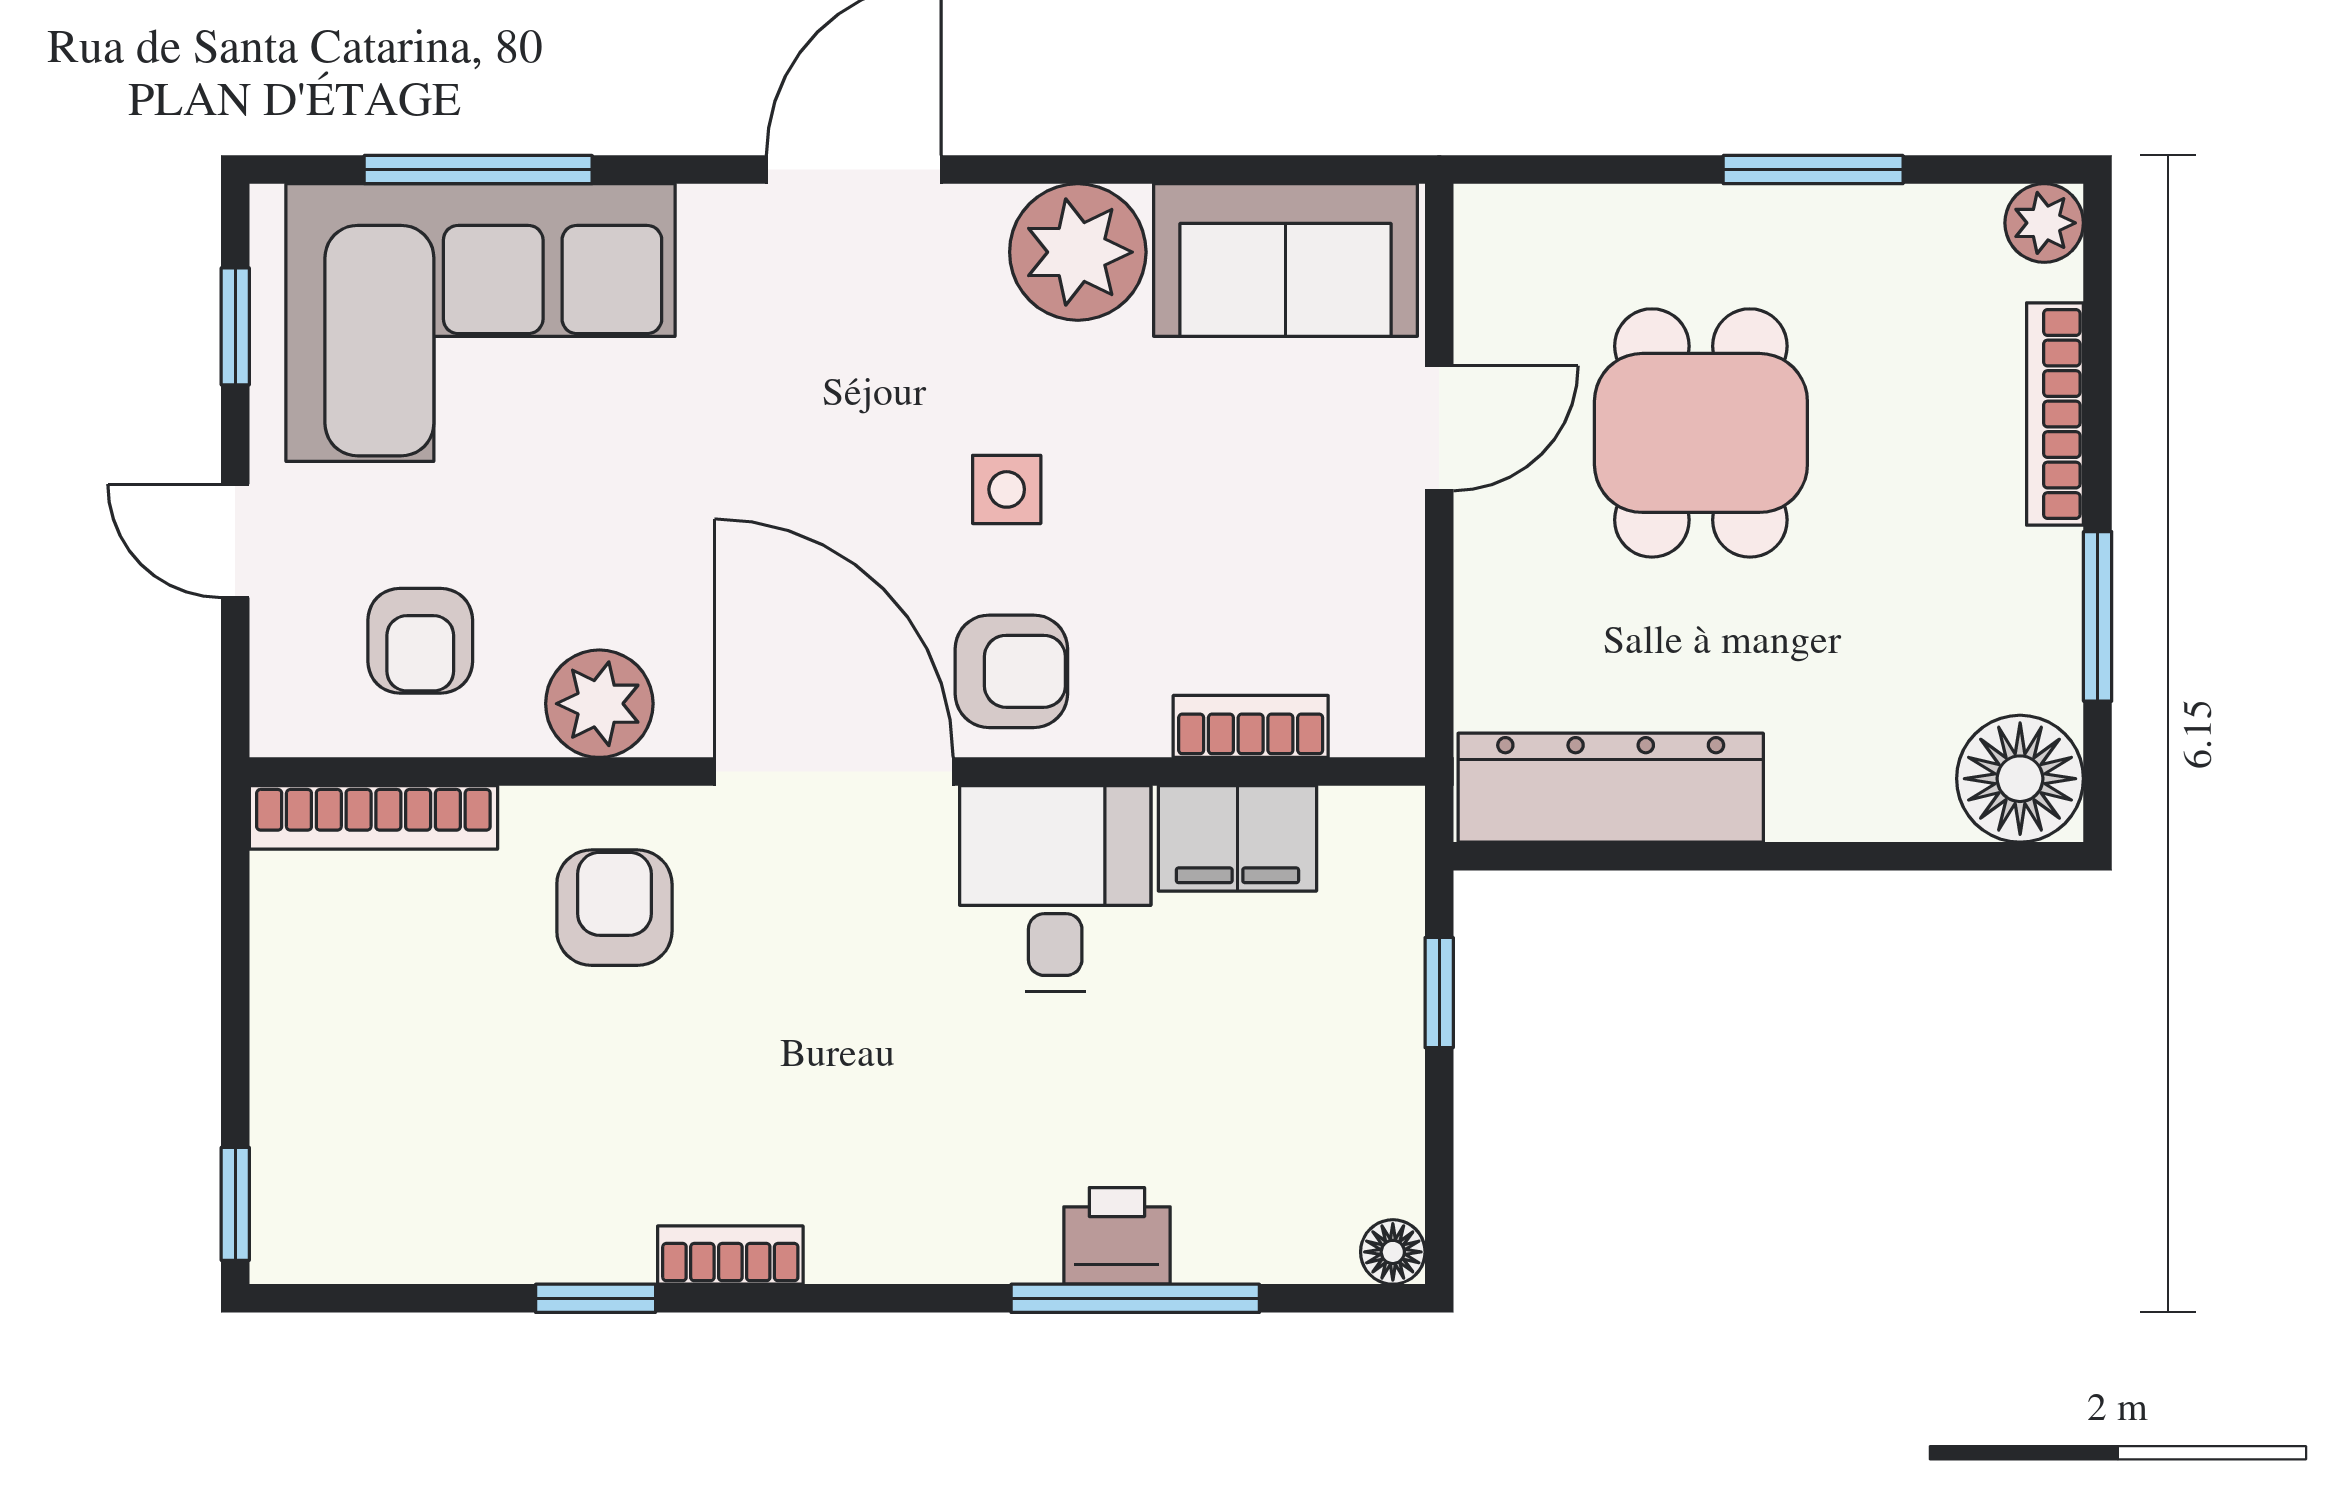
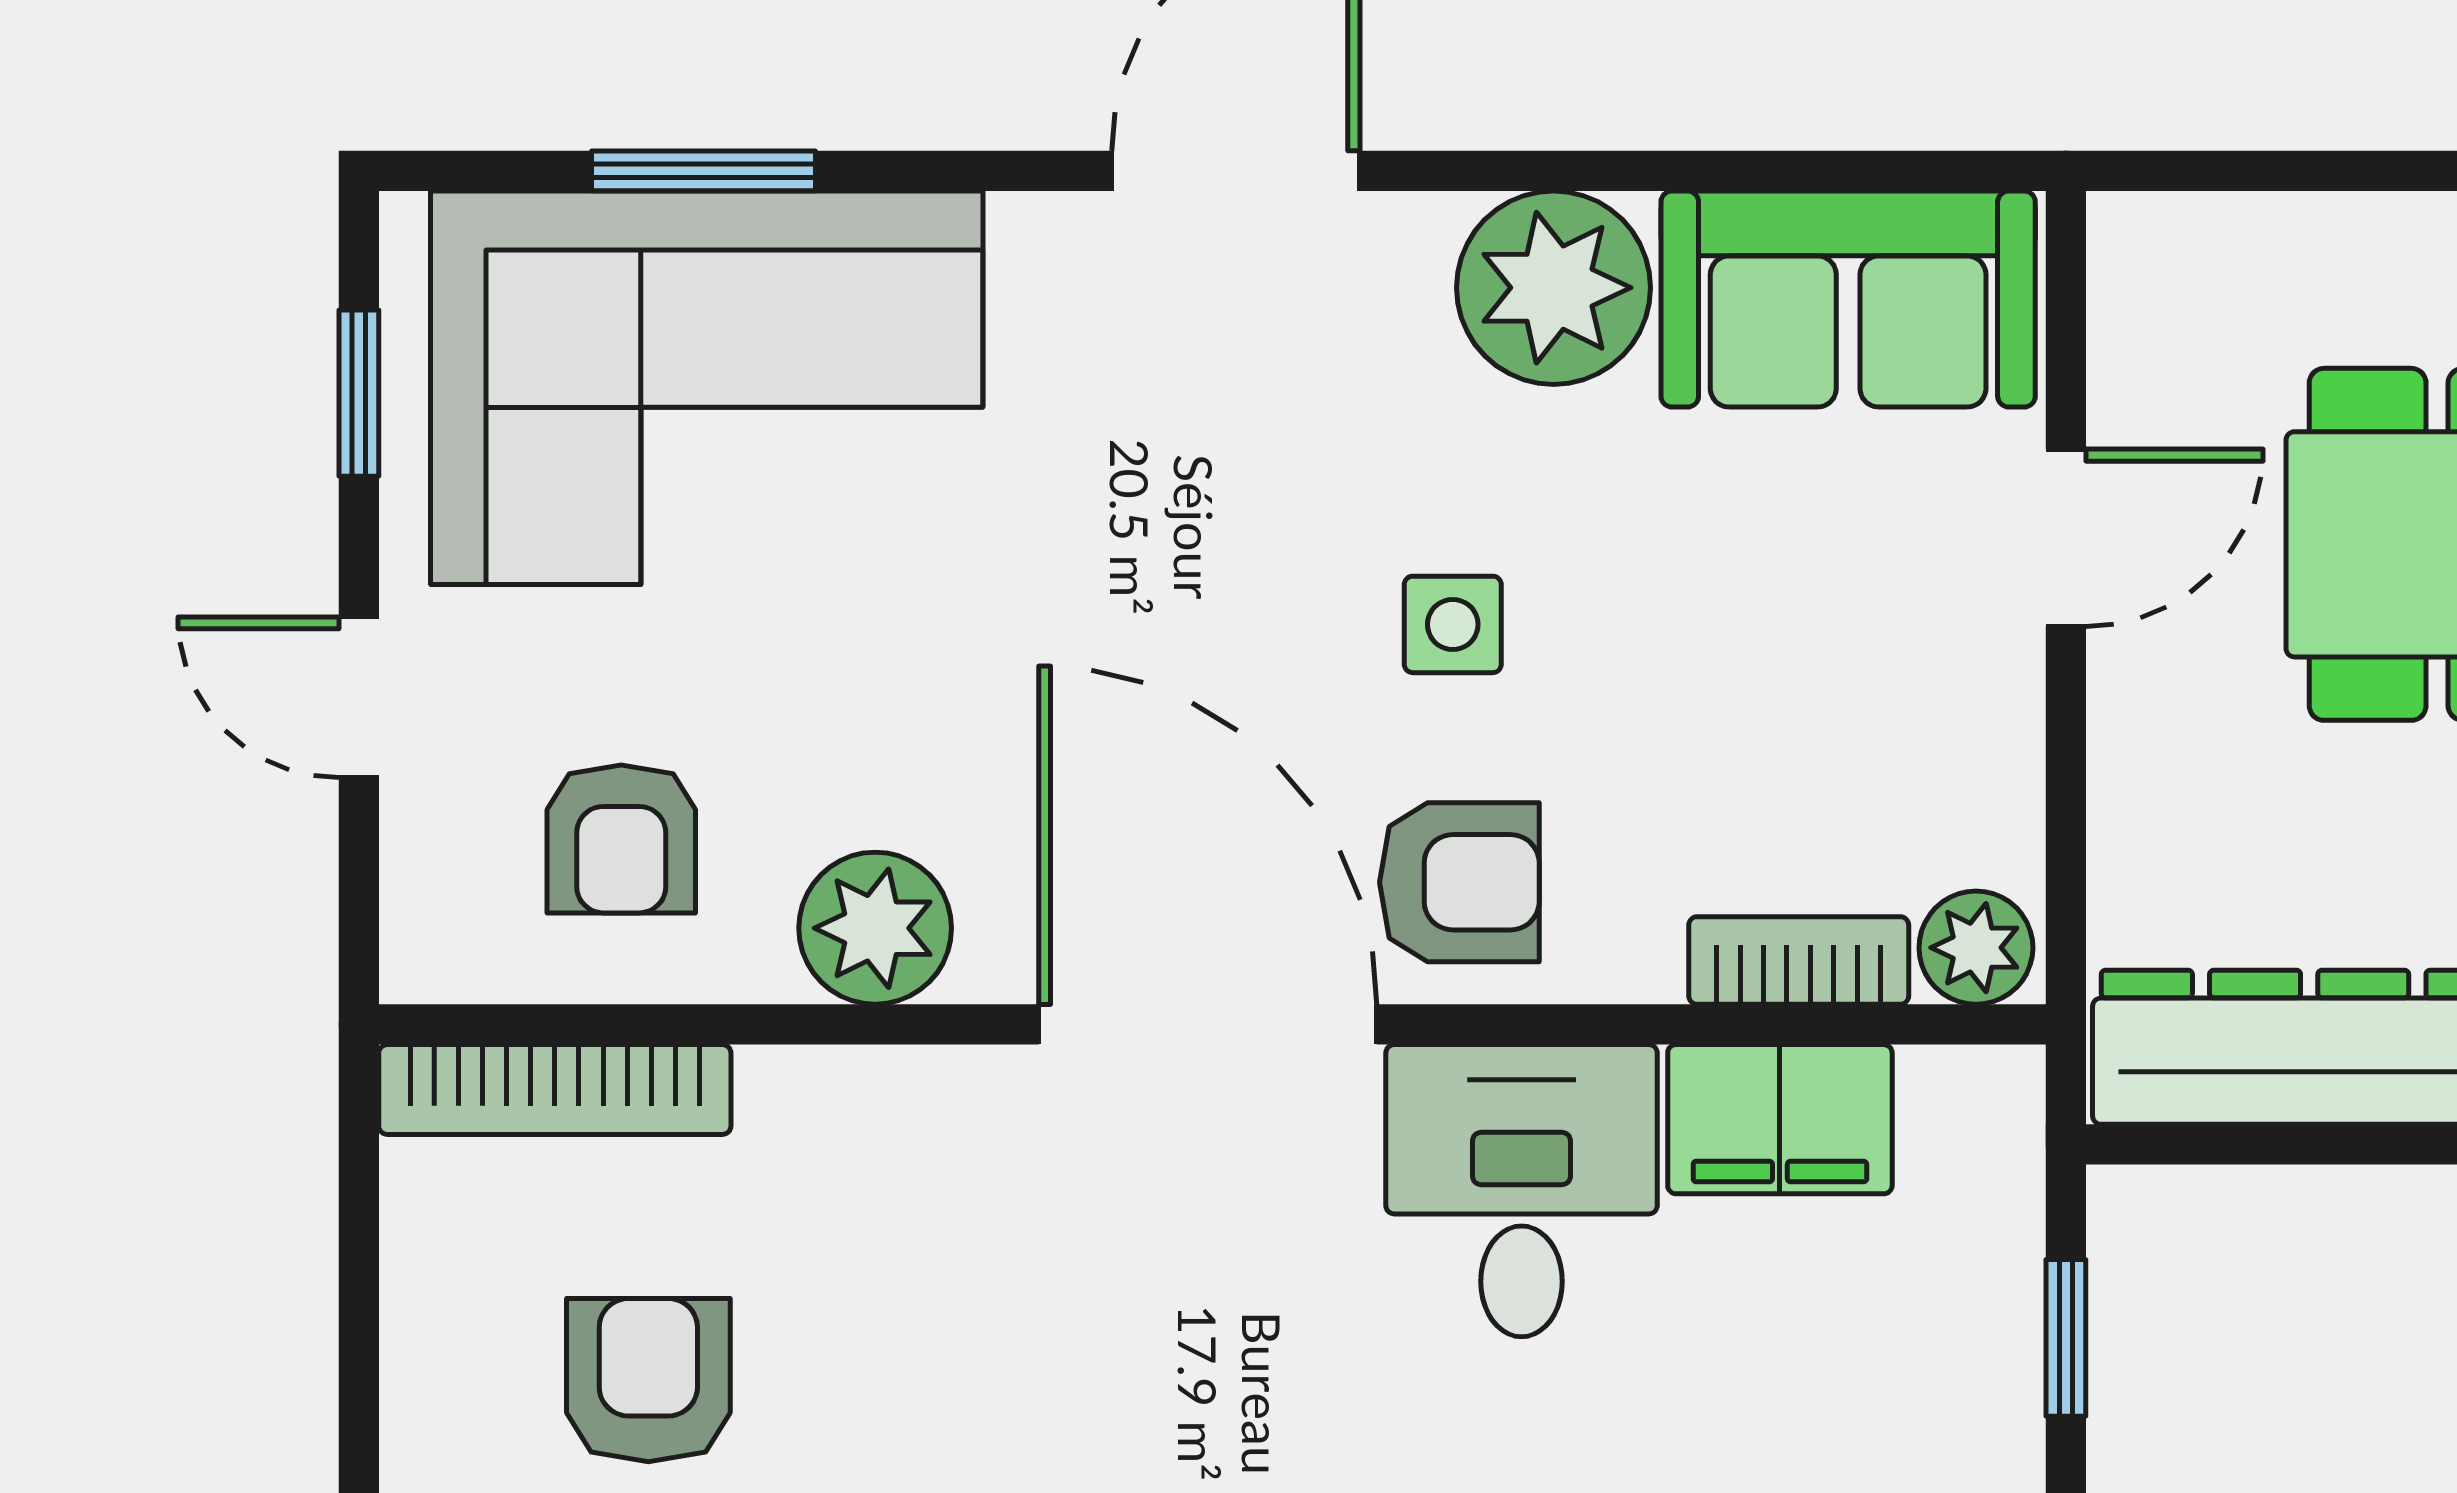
window: (478, 170) -> (703, 171), width x0.69
plant: (1376, 717) -> (1976, 948), added
armchair: (614, 908) -> (648, 1380), moved

